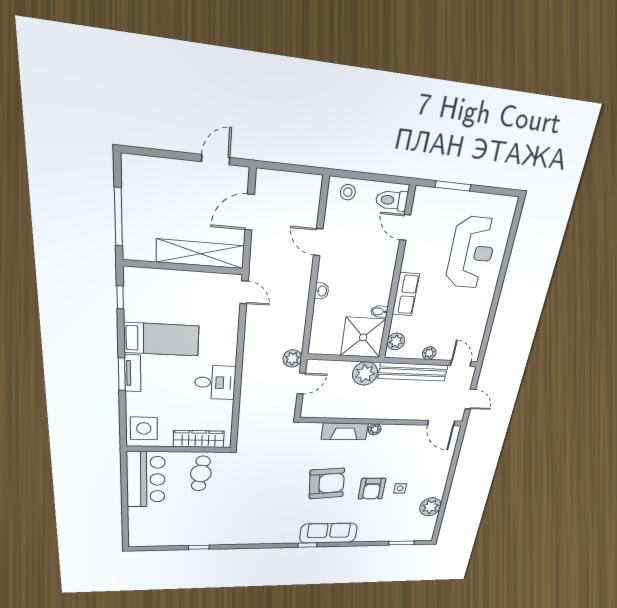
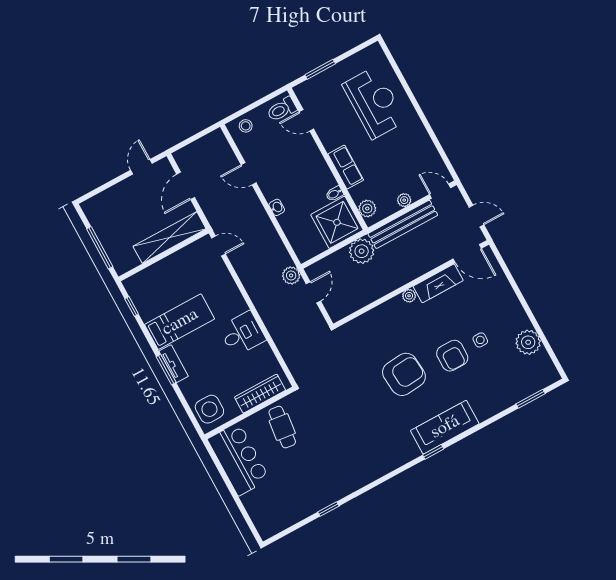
fireplace: (345, 431) -> (438, 283), moved

